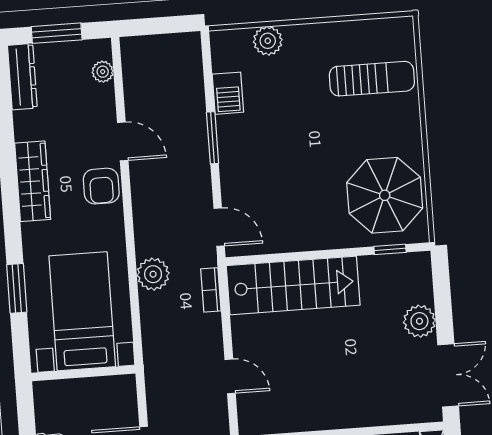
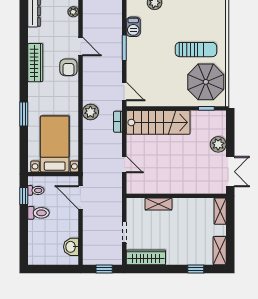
sun lounger: (372, 79) -> (196, 50), moved
bed with nightstands: (82, 311) -> (55, 144), moved
wall: (83, 373) -> (53, 174), moved

